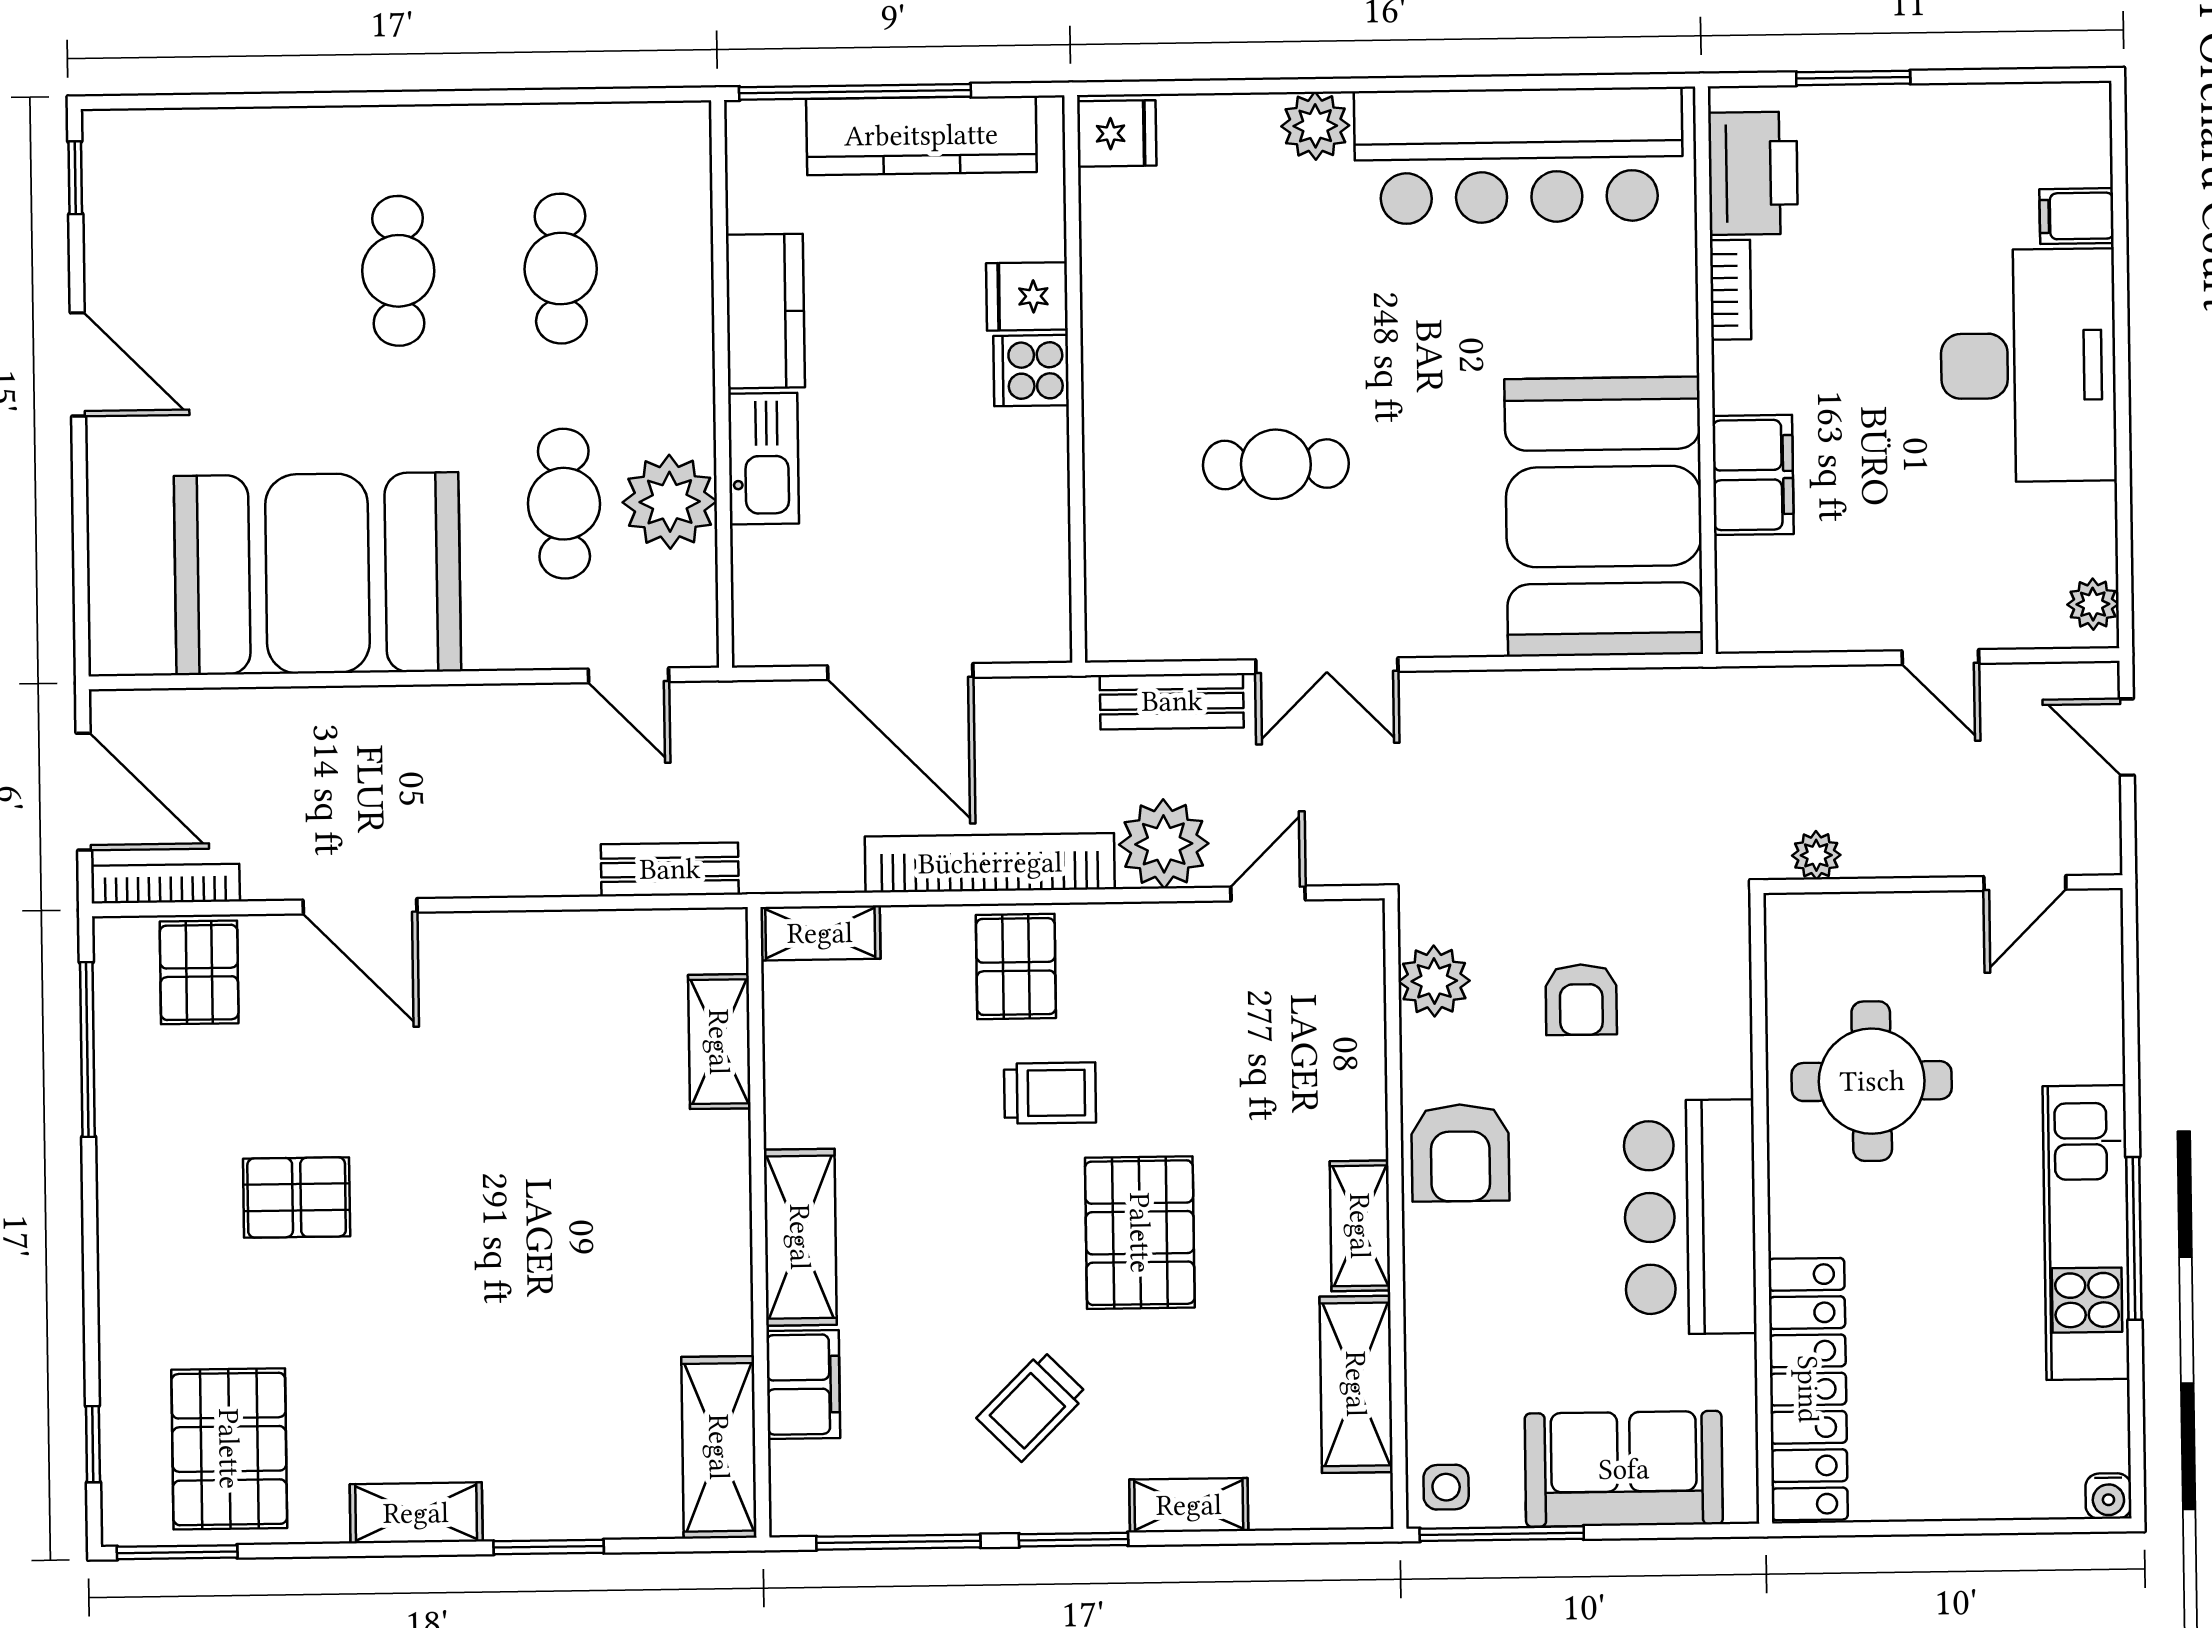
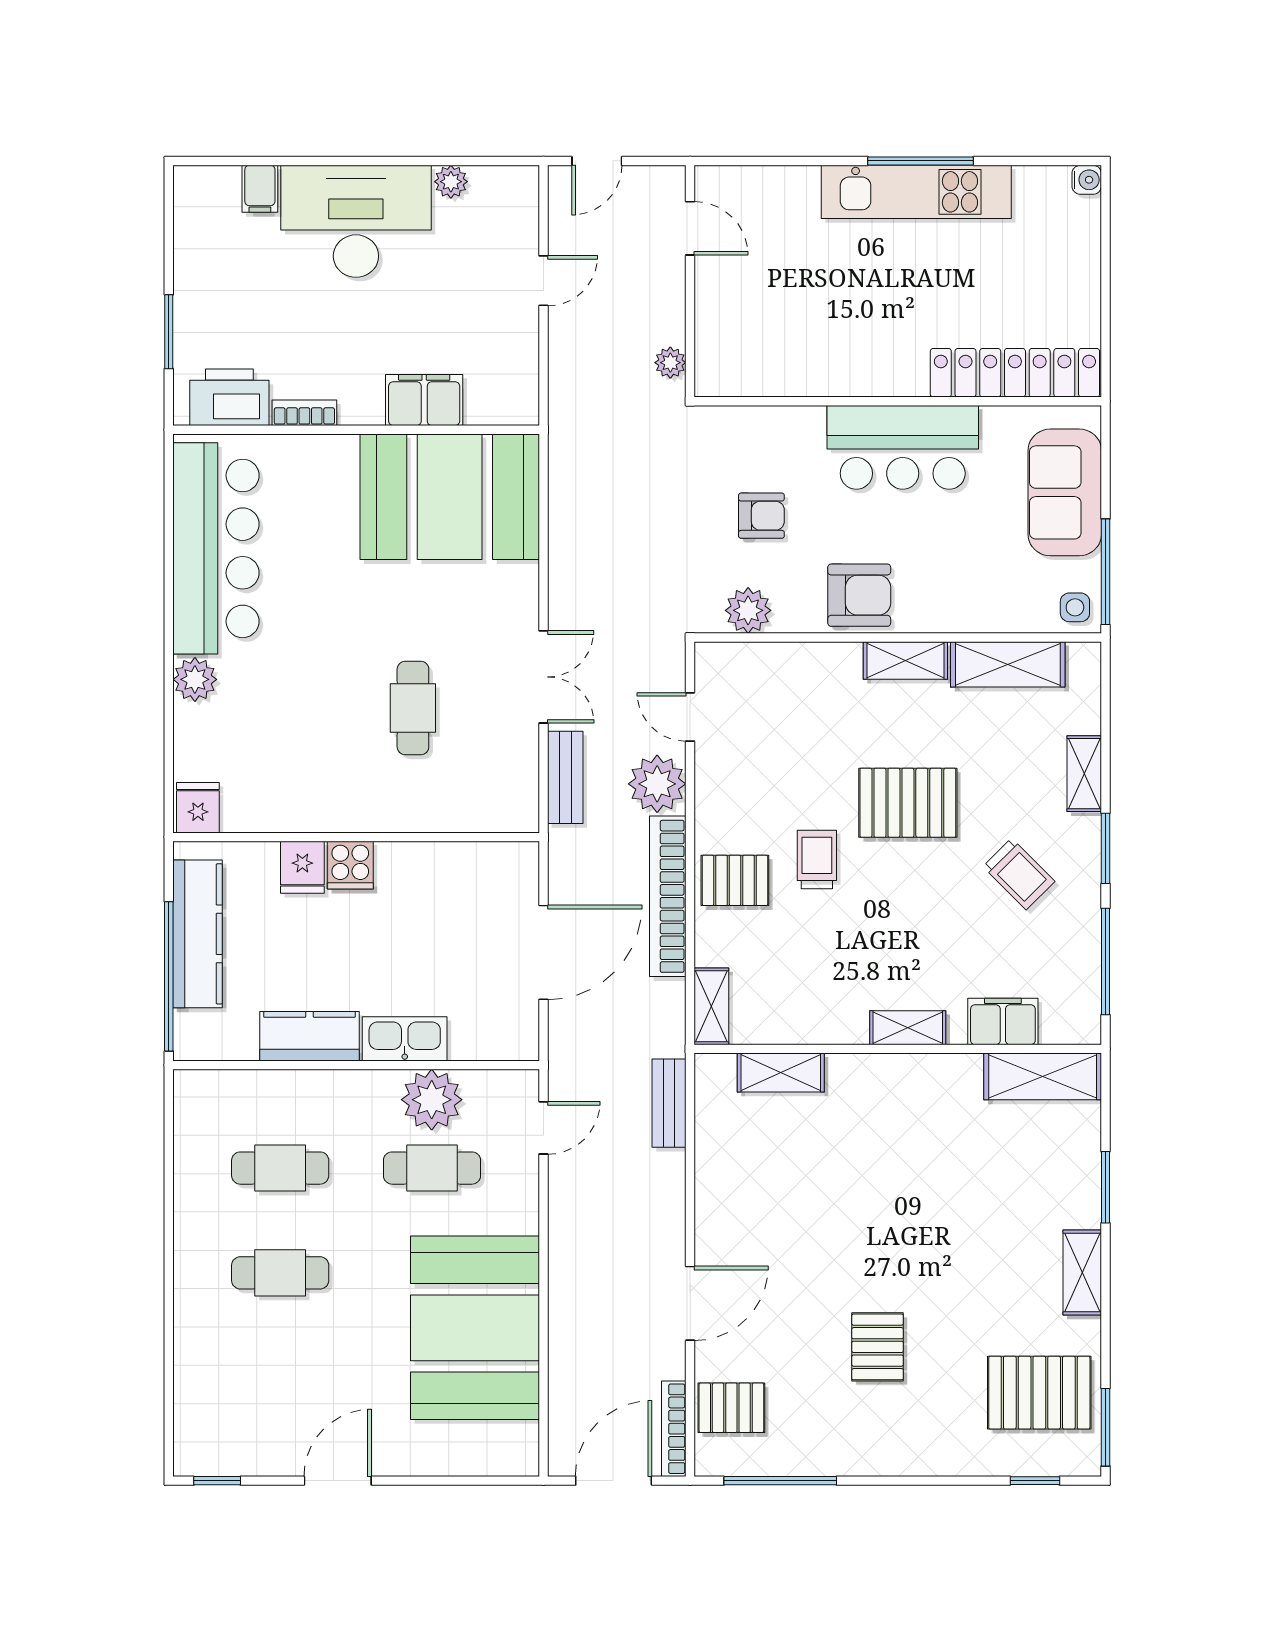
plant: (2093, 604) -> (451, 182), moved
round table: (1872, 1081) -> (817, 329), removed
shelving: (800, 1237) -> (908, 1028), width x0.67, depth x0.75

